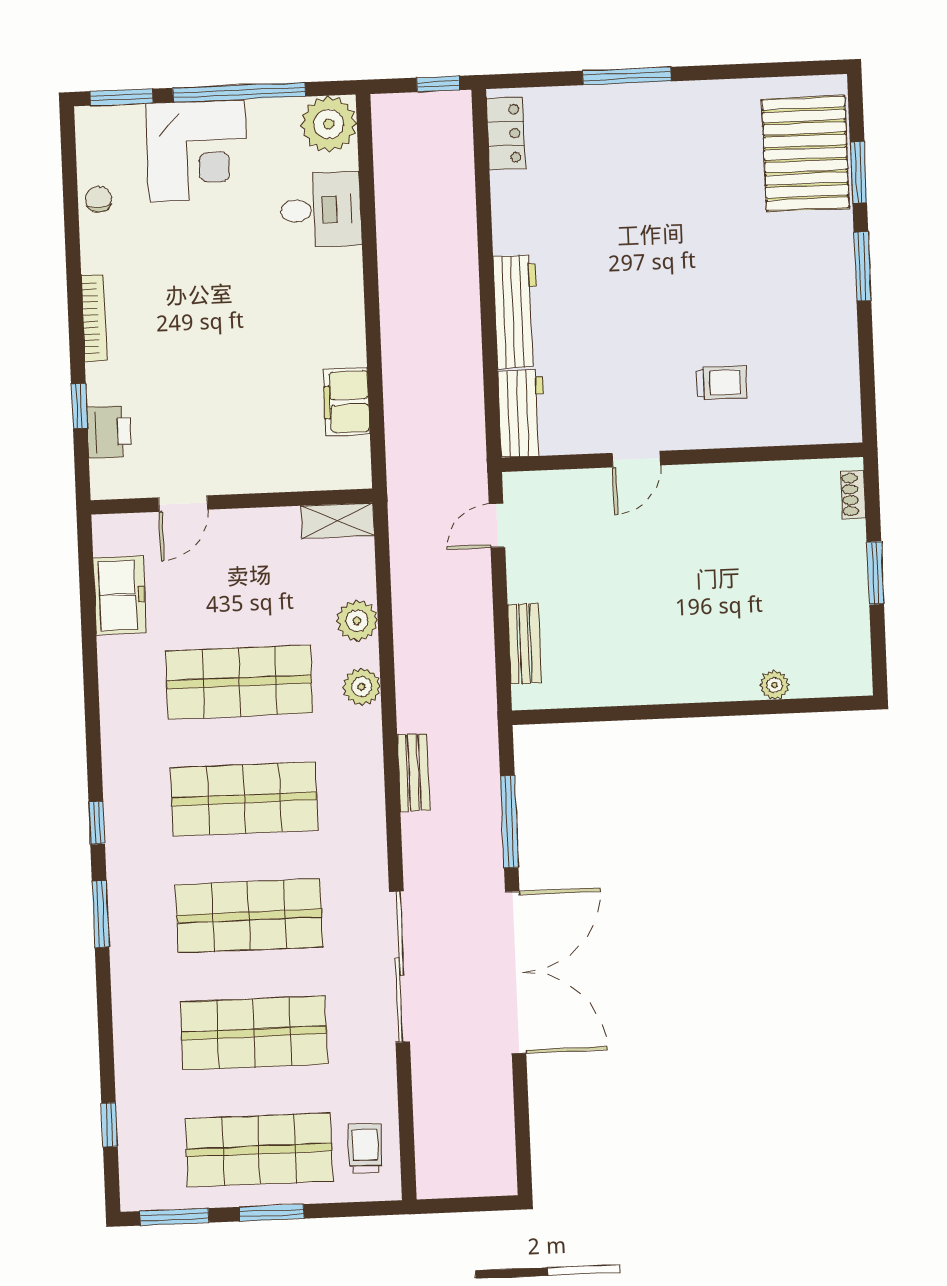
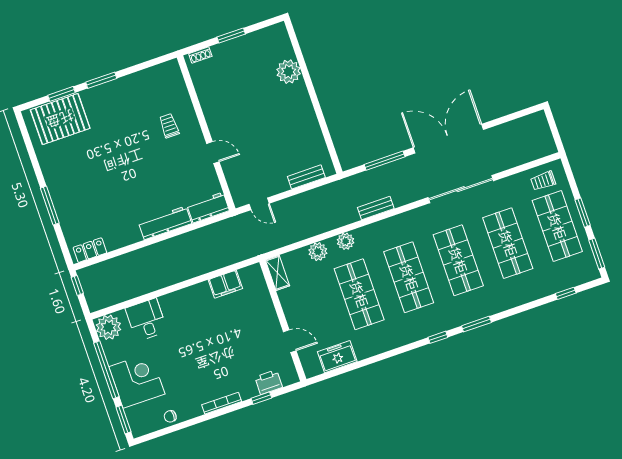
plant: (774, 685) -> (289, 72), width x1.88, depth x1.88

